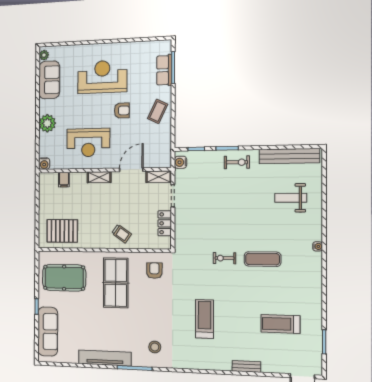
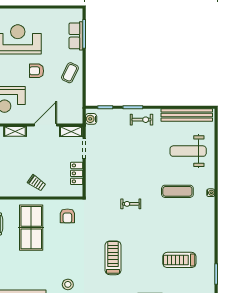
armchair: (122, 110) -> (36, 71), turned 180
weight bench: (291, 198) -> (188, 151), width x1.36, depth x1.33
exercise mat: (263, 259) -> (177, 191), moved
armchair: (154, 271) -> (67, 216), turned 180

